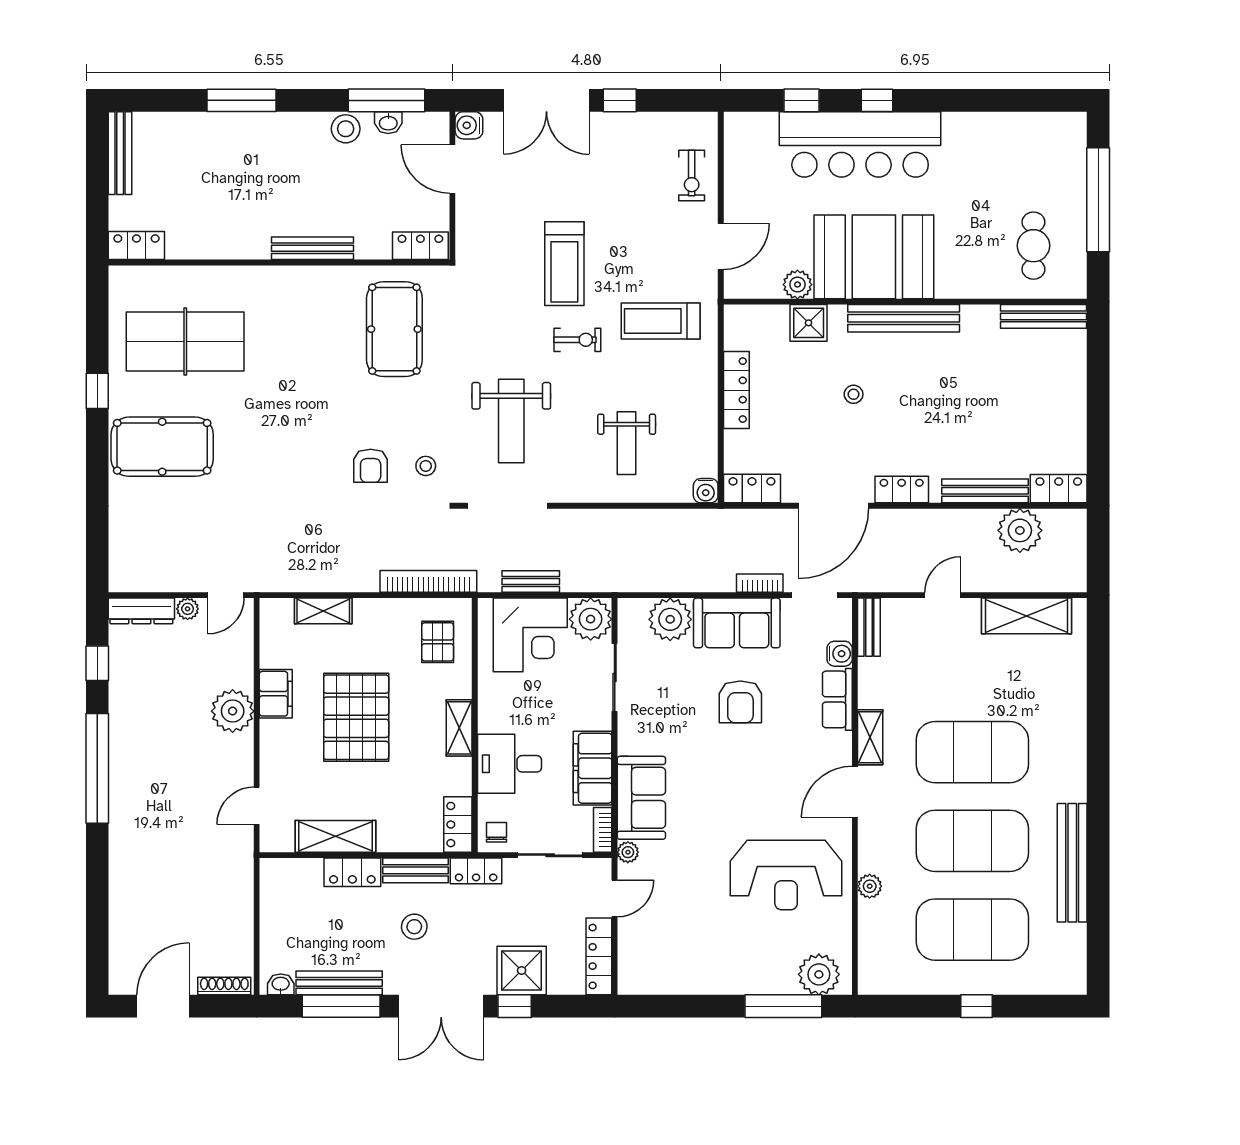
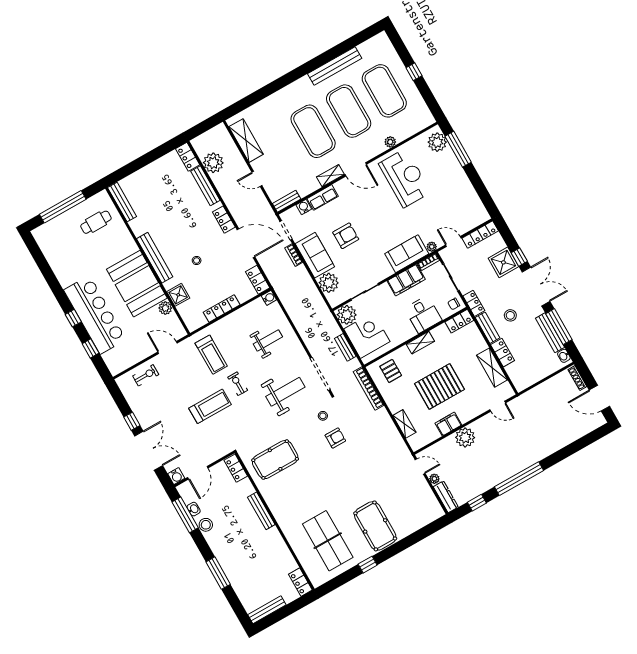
pallet: (438, 642) -> (391, 371), turned 90

